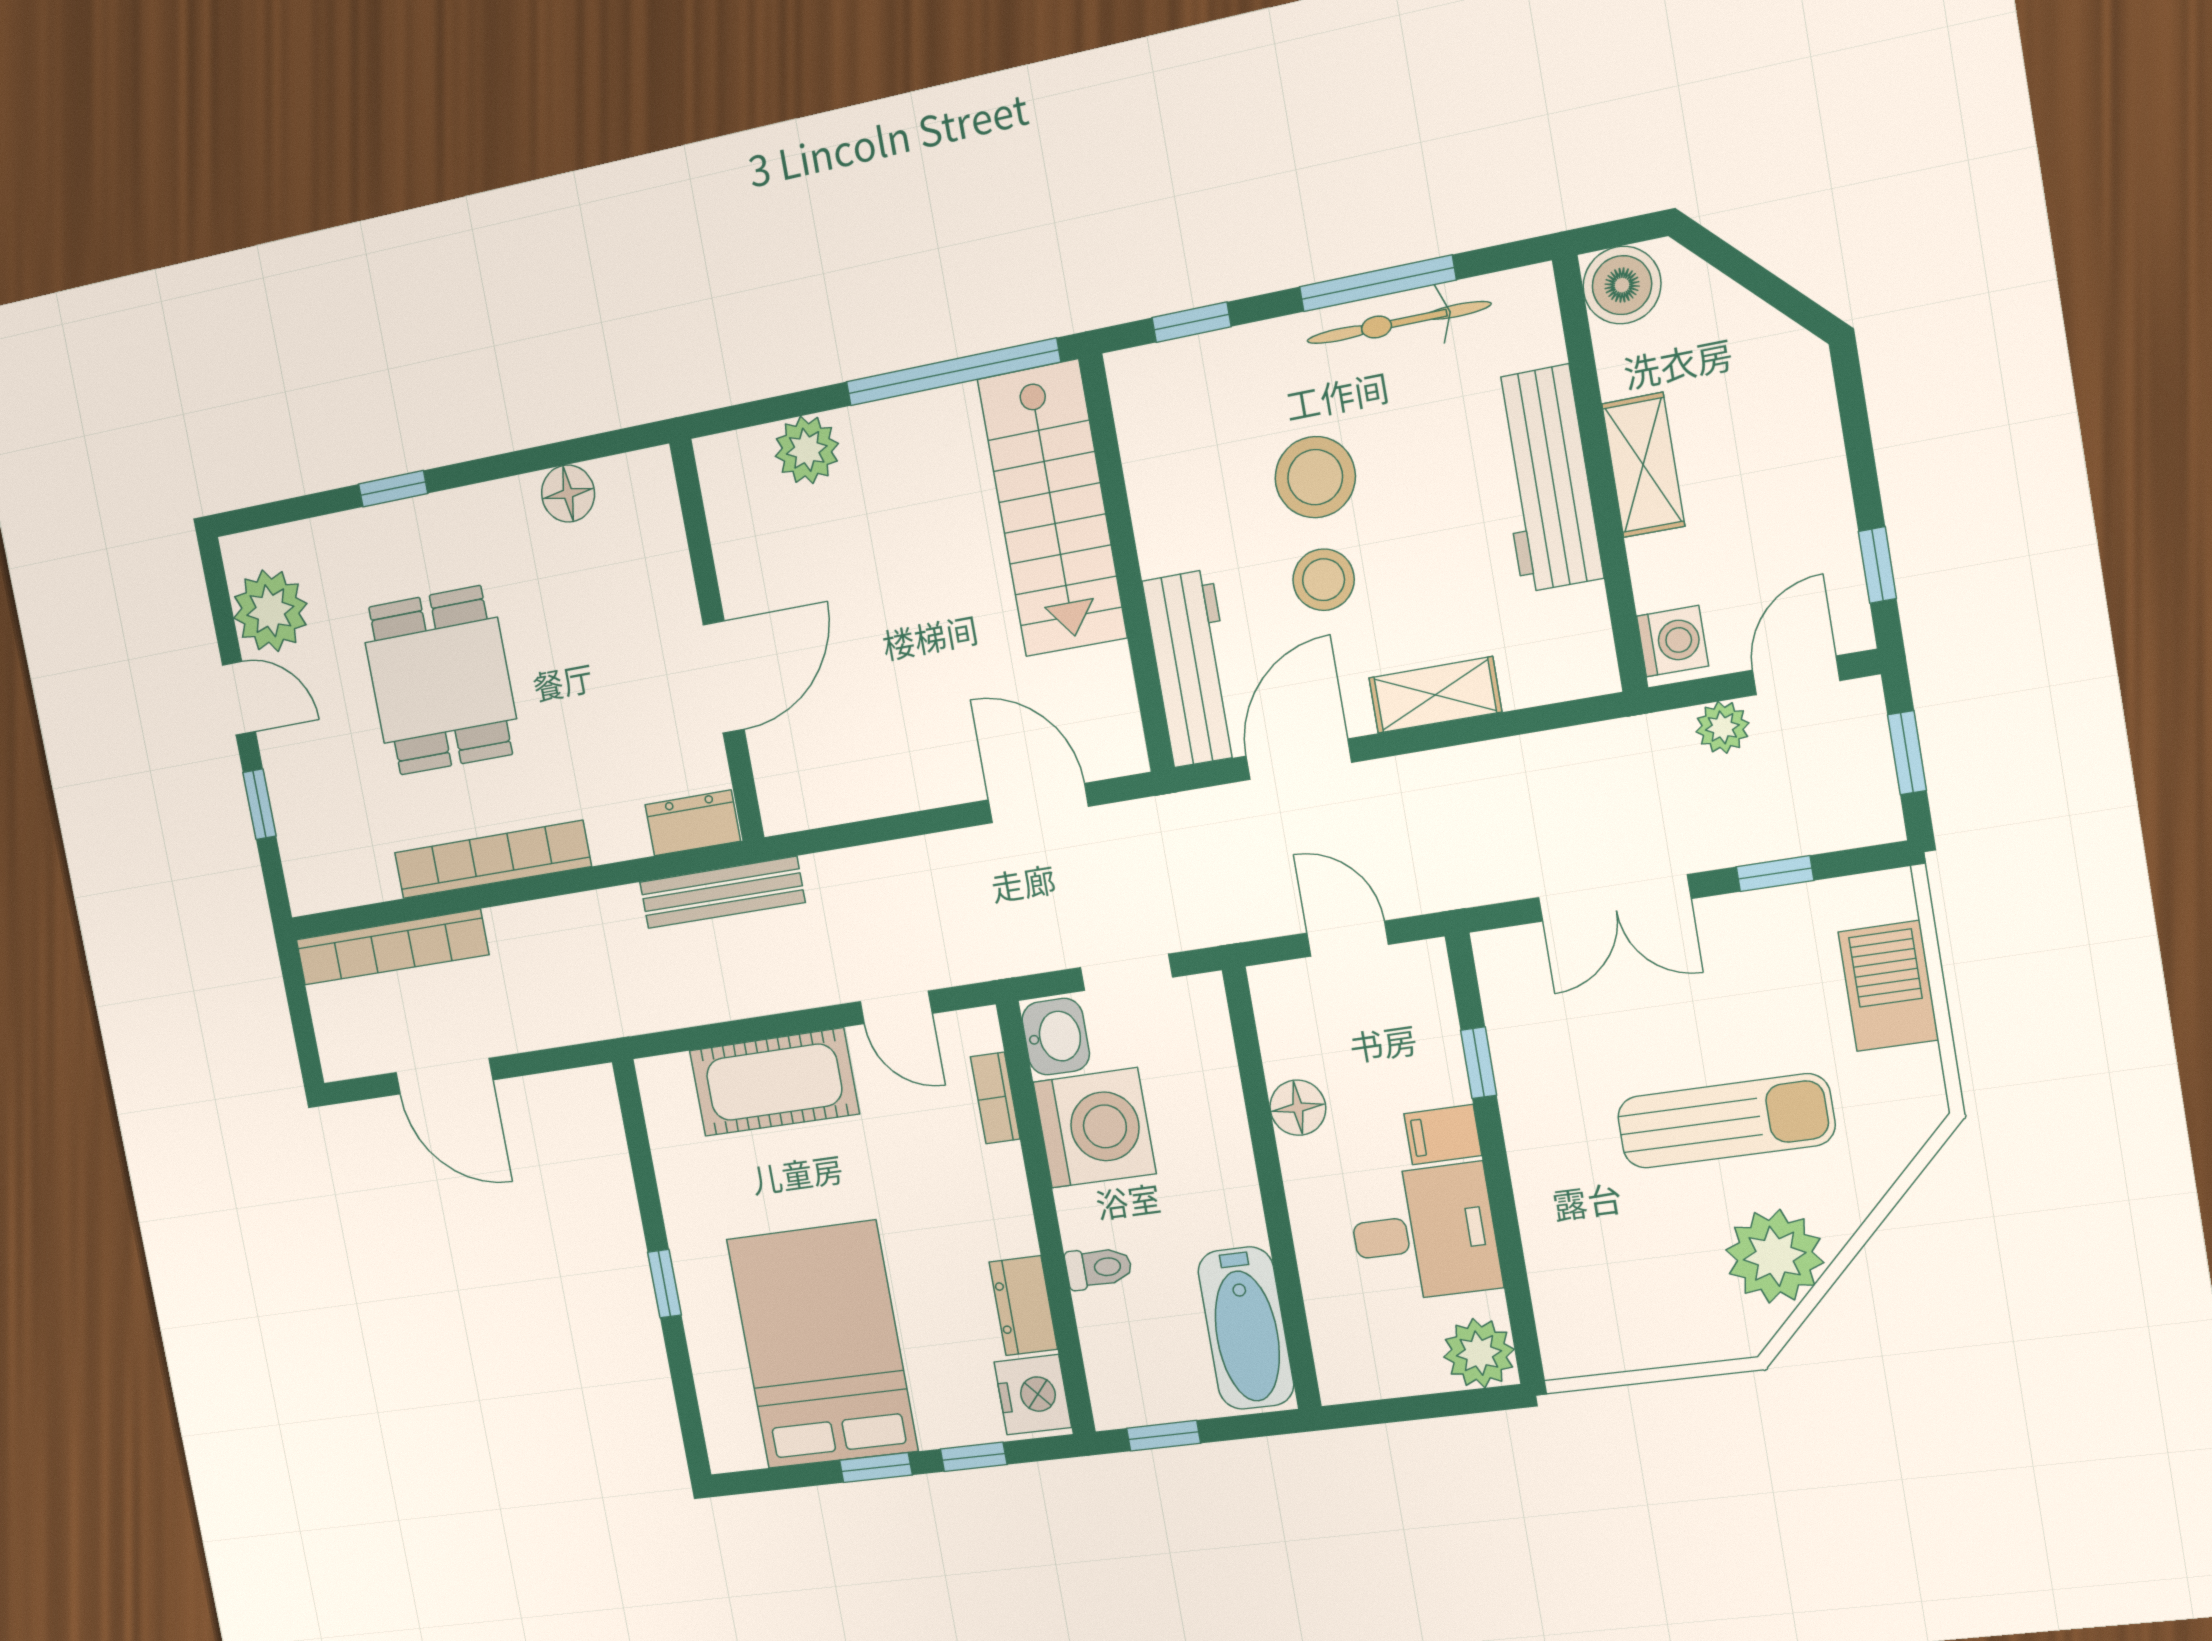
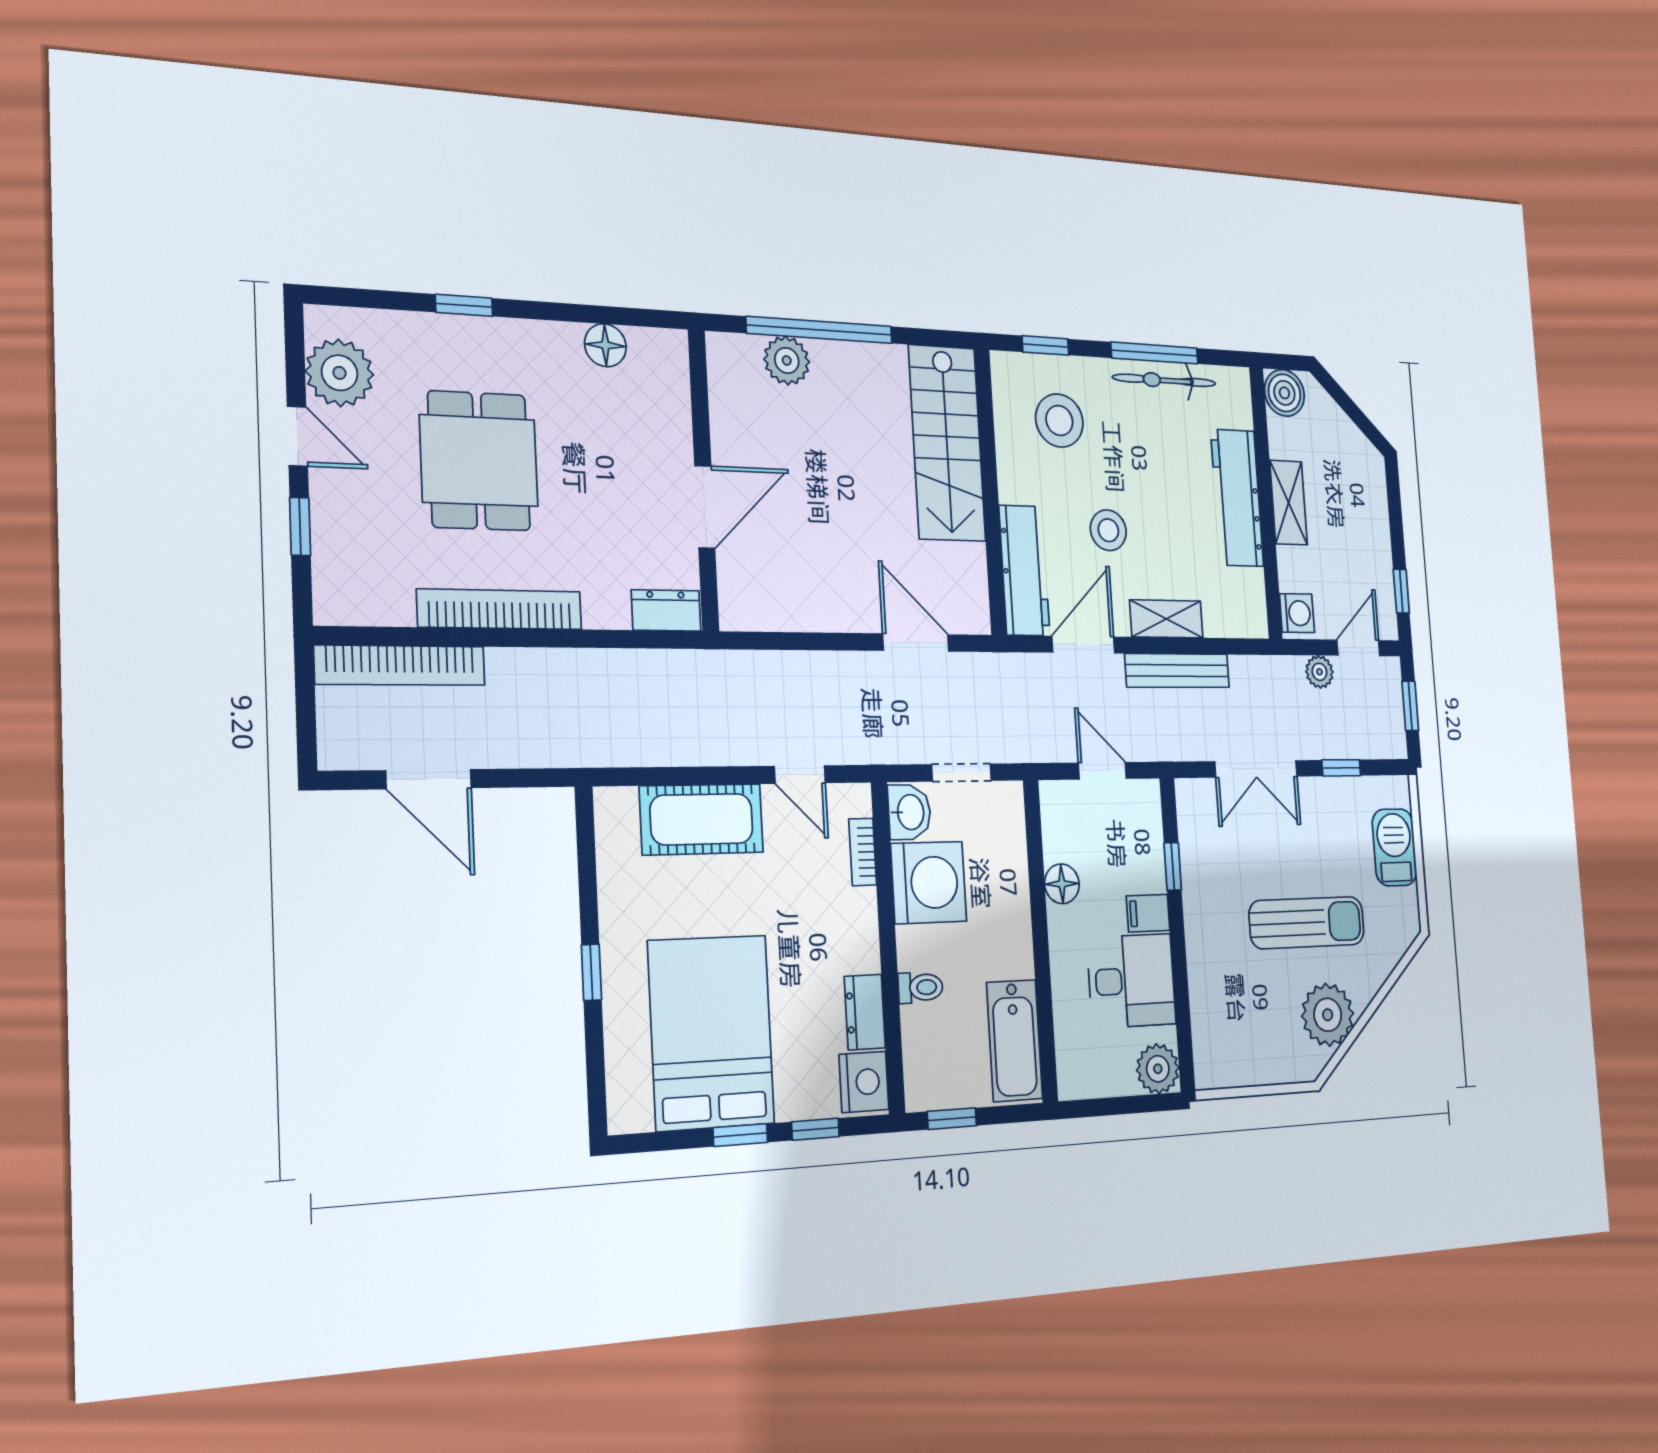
window: (953, 372) -> (820, 330), moved
stool: (1315, 477) -> (1059, 421), moved
bench: (722, 892) -> (1177, 671), moved

